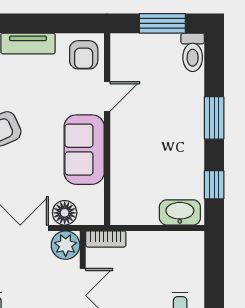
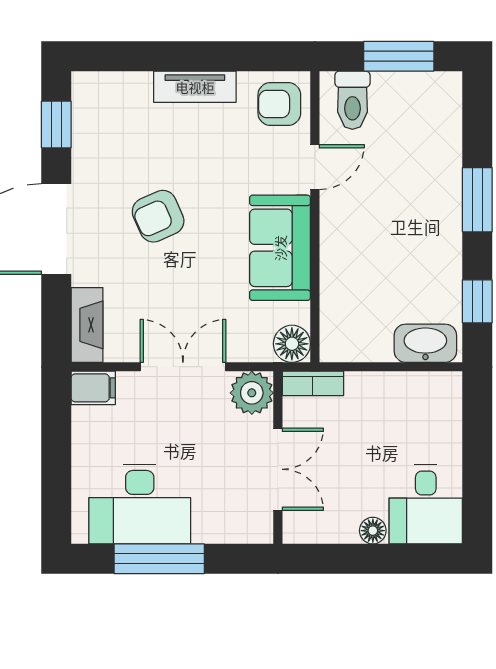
toilet: (193, 52) -> (352, 100), moved
armchair: (84, 55) -> (279, 104), turned 90
floor lamp: (65, 213) -> (292, 344), moved

